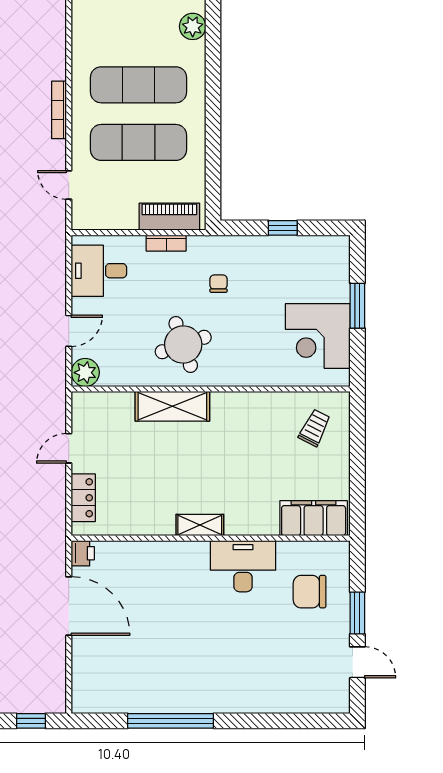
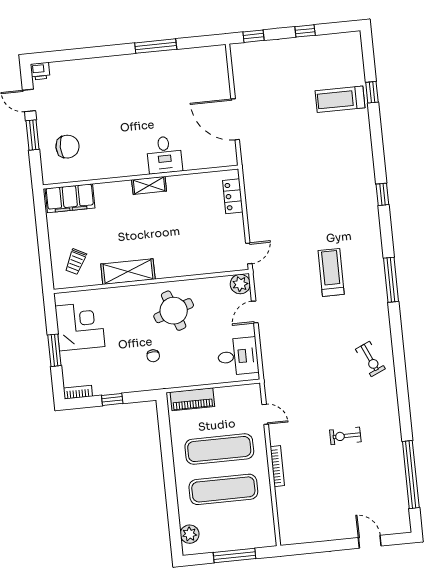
bookcase: (166, 243) -> (78, 392), moved
shelving: (172, 406) -> (128, 272), moved
door: (69, 448) -> (249, 253), moved
printer: (83, 553) -> (40, 71), moved, turned -90
desk: (243, 566) -> (164, 155), moved, width x0.73
window: (170, 721) -> (156, 46), width x0.68

